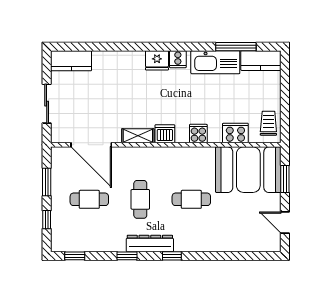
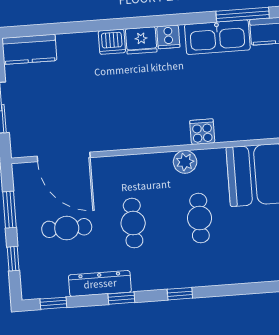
cooker: (235, 133) -> (250, 127), removed
dishwasher: (165, 134) -> (112, 42), moved, turned 180
shelving: (138, 136) -> (124, 140), removed
plant: (183, 156) -> (185, 162), added
cafe table: (191, 199) -> (200, 218), turned 90
dresser: (150, 244) -> (100, 283), moved

